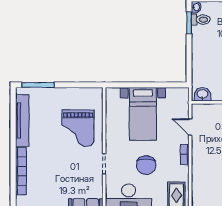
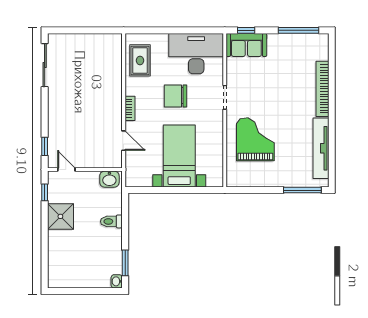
toilet: (201, 20) -> (111, 221), moved
chair: (146, 165) -> (176, 96), turned -90

